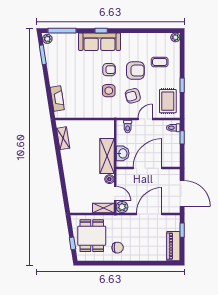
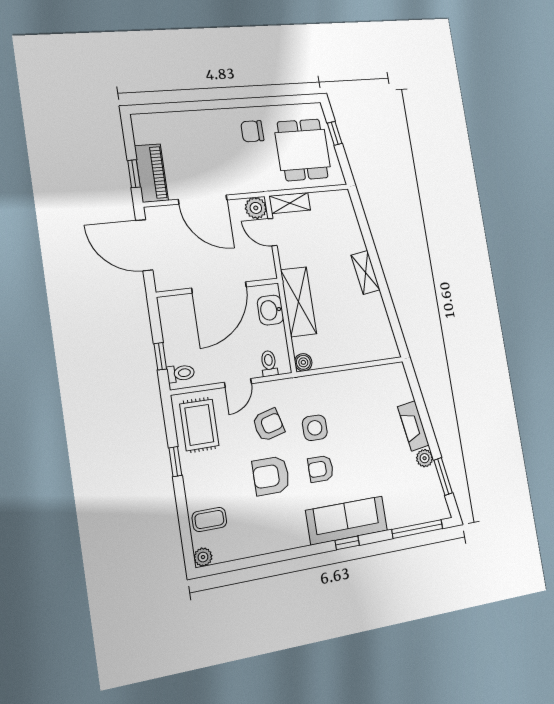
plant: (47, 39) -> (425, 458), moved
coffee table: (160, 62) -> (209, 519), moved
fireplace: (57, 99) -> (413, 426), moved
shelving: (63, 138) -> (365, 272), moved
boiler: (109, 179) -> (303, 362), moved
door: (149, 214) -> (203, 200), hinge flipped
piano: (173, 246) -> (151, 173), moved

